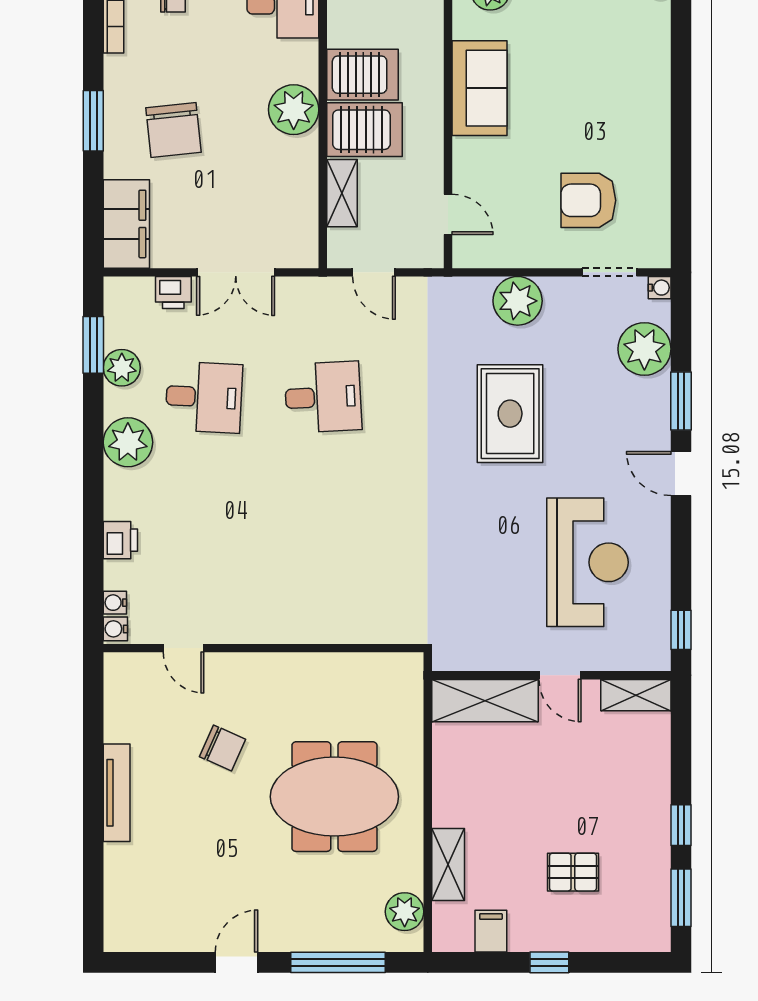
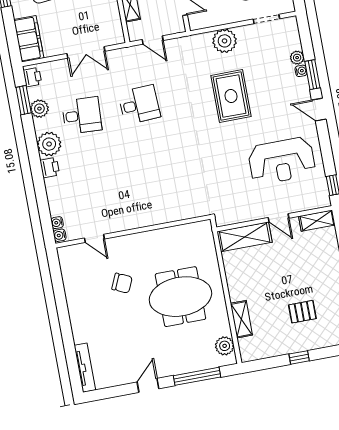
water cooler: (660, 288) -> (301, 71), moved
printer: (173, 293) -> (32, 77), moved, turned -90
plant: (644, 349) -> (297, 58), width x0.53, depth x0.53
printer: (120, 540) -> (50, 168), moved
reception desk: (588, 562) -> (282, 161), turned 90
tv unit: (117, 793) -> (85, 368), moved
filing cabinet: (491, 931) -> (268, 348), removed

